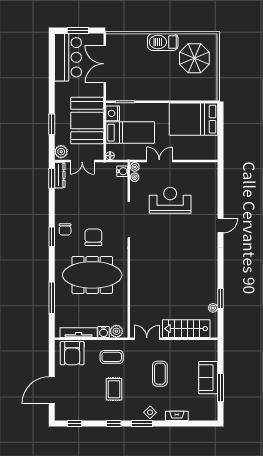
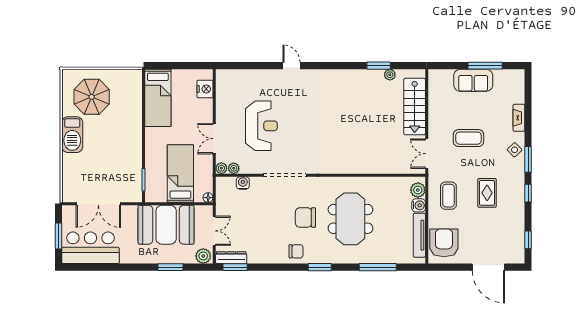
nightstand: (113, 113) -> (205, 89), moved, turned -90
bed: (194, 119) -> (158, 98), width x0.67
water cooler: (122, 171) -> (243, 183), moved
reception desk: (170, 200) -> (261, 126), turned 180
window: (52, 237) -> (320, 267), moved
meeting table: (92, 275) -> (350, 219), width x0.73
armchair: (72, 353) -> (444, 243), turned -90
rug: (114, 389) -> (487, 193), turned 90

